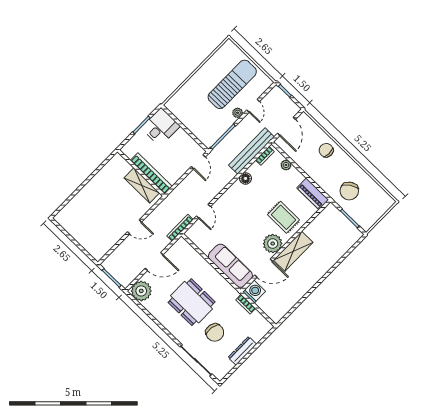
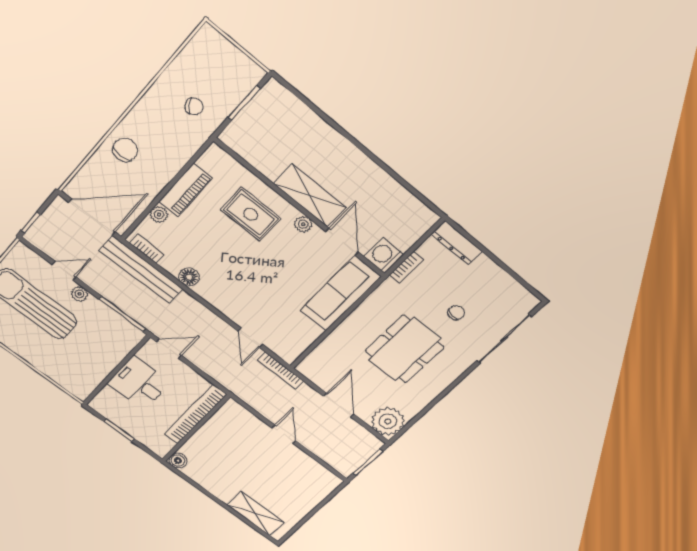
door: (286, 126) -> (92, 217), width x1.36
desk: (161, 127) -> (139, 383), moved
chair: (326, 150) -> (125, 150), turned 180
boiler: (117, 159) -> (178, 461), added
shelving: (142, 185) -> (255, 514), moved, turned 90
chair: (349, 191) -> (194, 106), width x0.54, depth x0.54
piano: (313, 194) -> (186, 190), moved
door: (203, 211) -> (250, 338), swing flipped
rug: (283, 217) -> (251, 214), turned 90
plant: (273, 244) -> (303, 224), width x0.53, depth x0.53
chair: (215, 333) -> (456, 313), width x0.54, depth x0.54
dresser: (242, 351) -> (457, 243), moved

